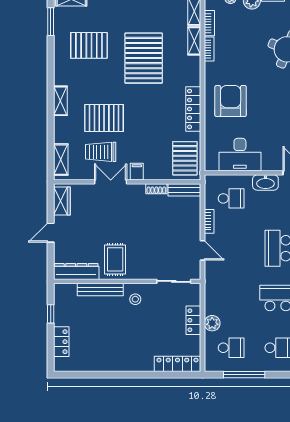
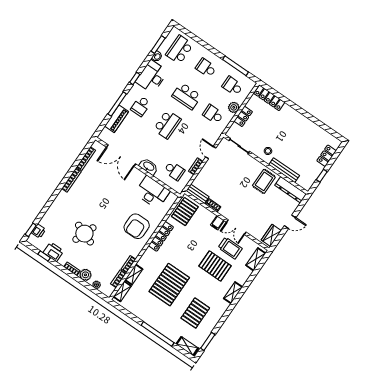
pallet: (89, 45) -> (195, 313), turned 90
school desk: (231, 198) -> (174, 171), turned 180
school desk: (231, 298) -> (213, 114), added

